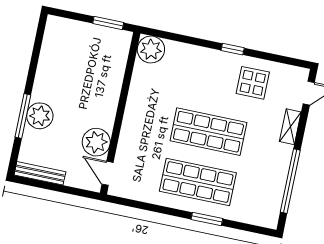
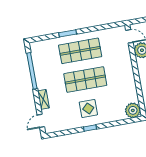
display table: (253, 83) -> (88, 108), moved

